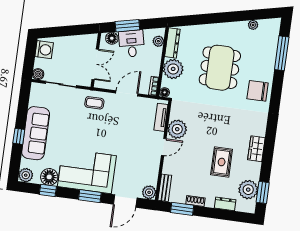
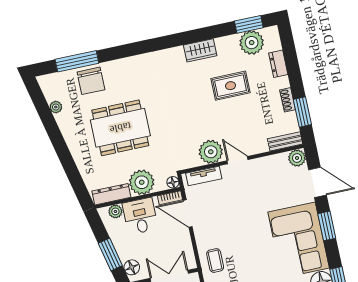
desk: (132, 44) -> (140, 216), moved, turned 103
chair: (258, 91) -> (91, 81), moved
door: (127, 93) -> (188, 214), moved

